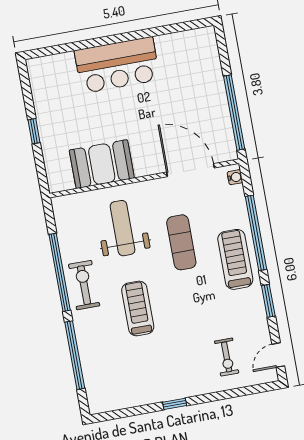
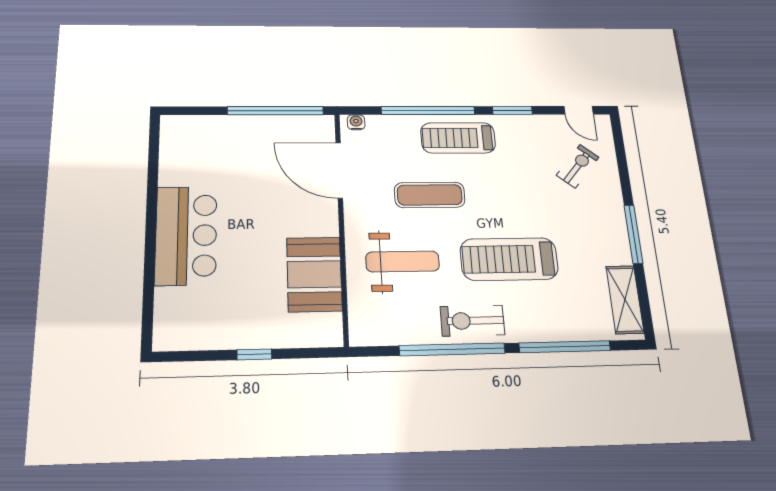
door: (191, 170) -> (339, 170), hinge flipped
weight bench: (123, 228) -> (403, 262), turned 180
treadmill: (138, 308) -> (509, 259), width x1.37, depth x1.38
exercise bike: (227, 357) -> (578, 166), turned -50
shelving: (119, 399) -> (625, 300), added
window: (175, 404) -> (633, 234), width x2.17

